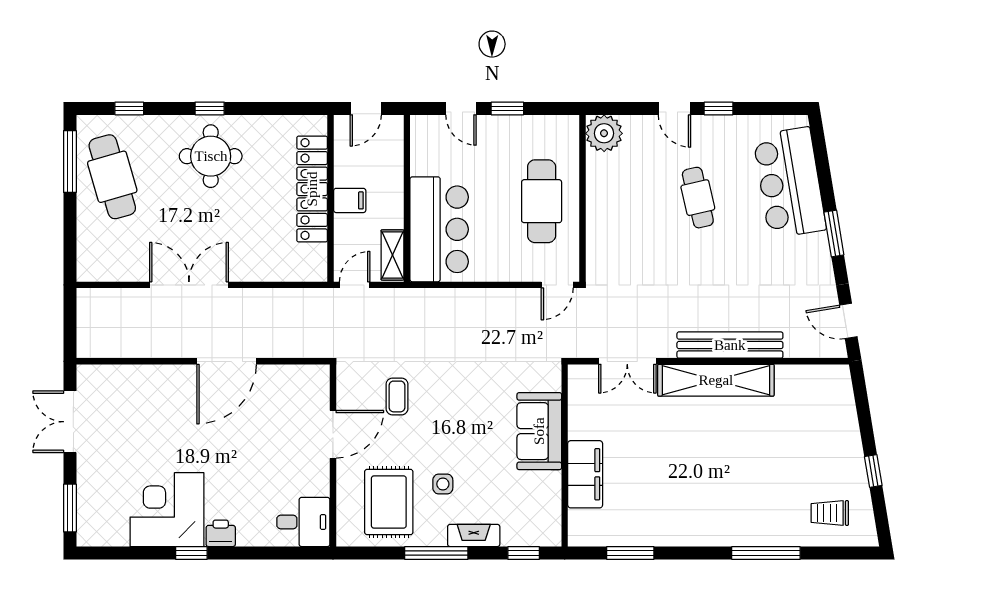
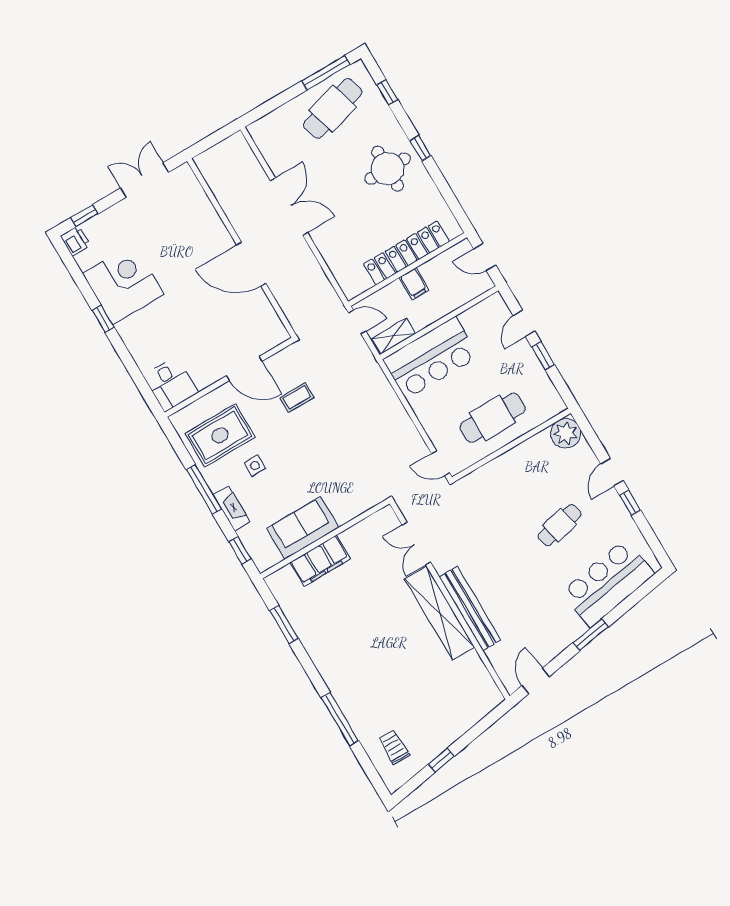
sofa: (539, 431) -> (303, 528), moved
window: (70, 508) -> (84, 216), width x0.67
printer: (221, 533) -> (75, 241), moved

